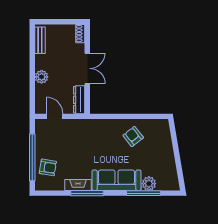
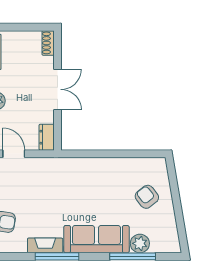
dresser: (79, 100) -> (47, 137), width x0.70
armchair: (133, 136) -> (147, 197), moved

